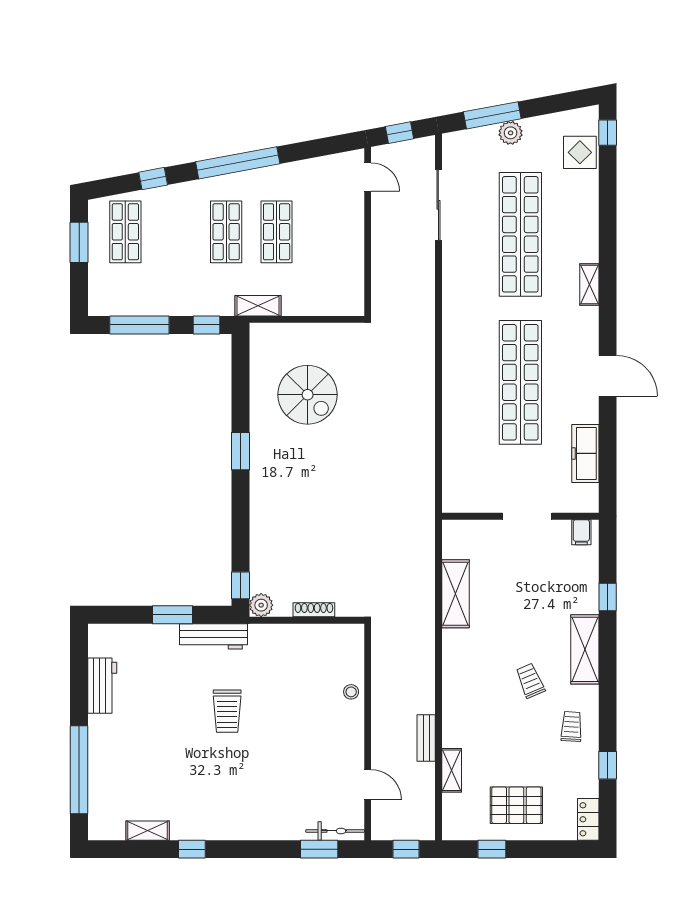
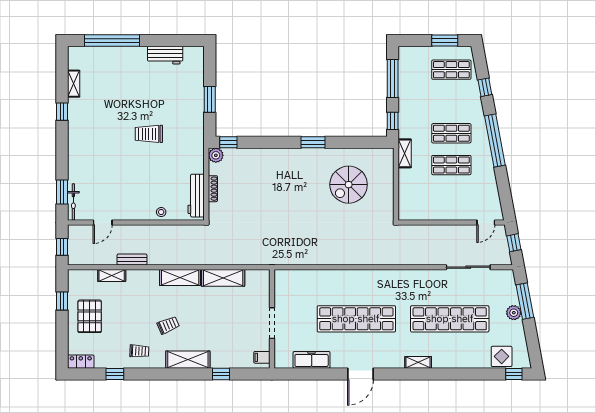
workbench: (213, 636) -> (196, 196), moved
shelving: (455, 662) -> (180, 277), added

